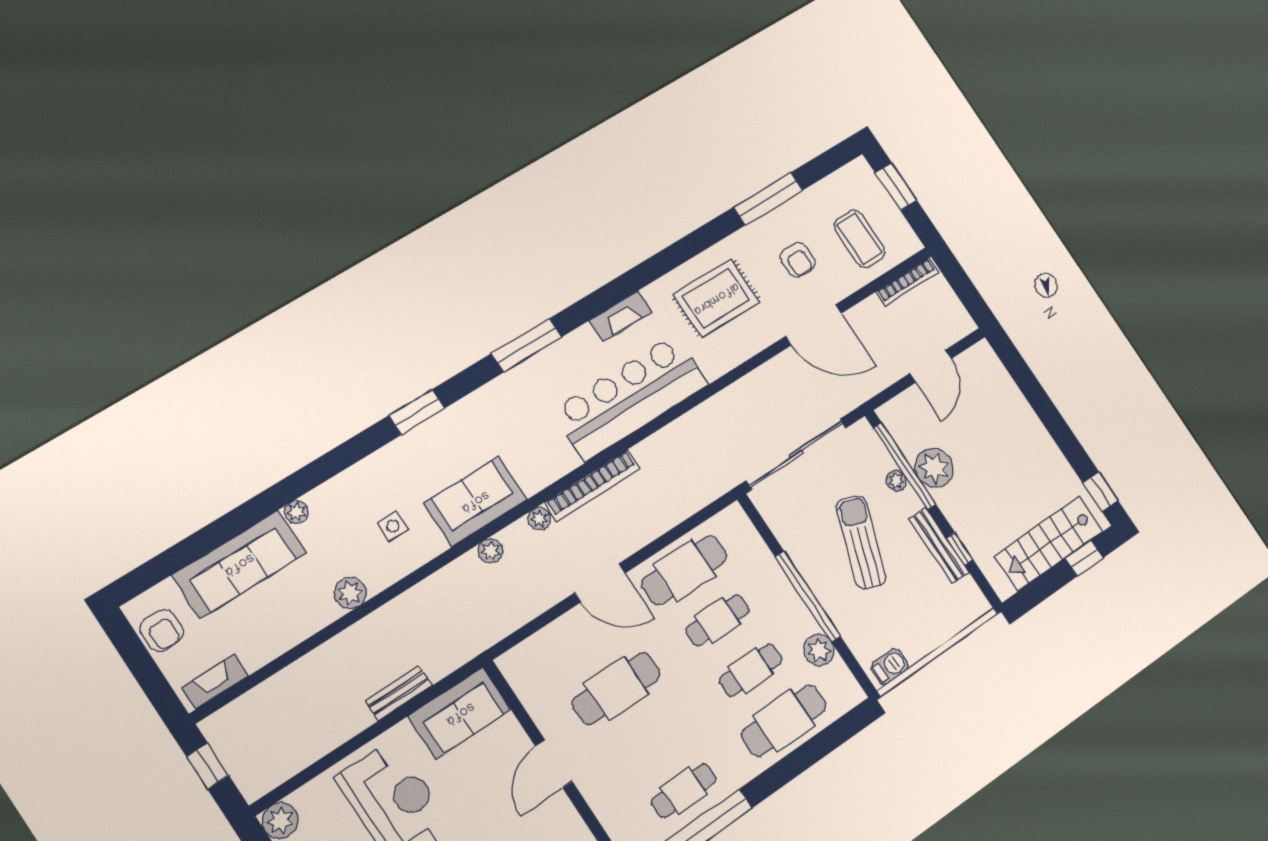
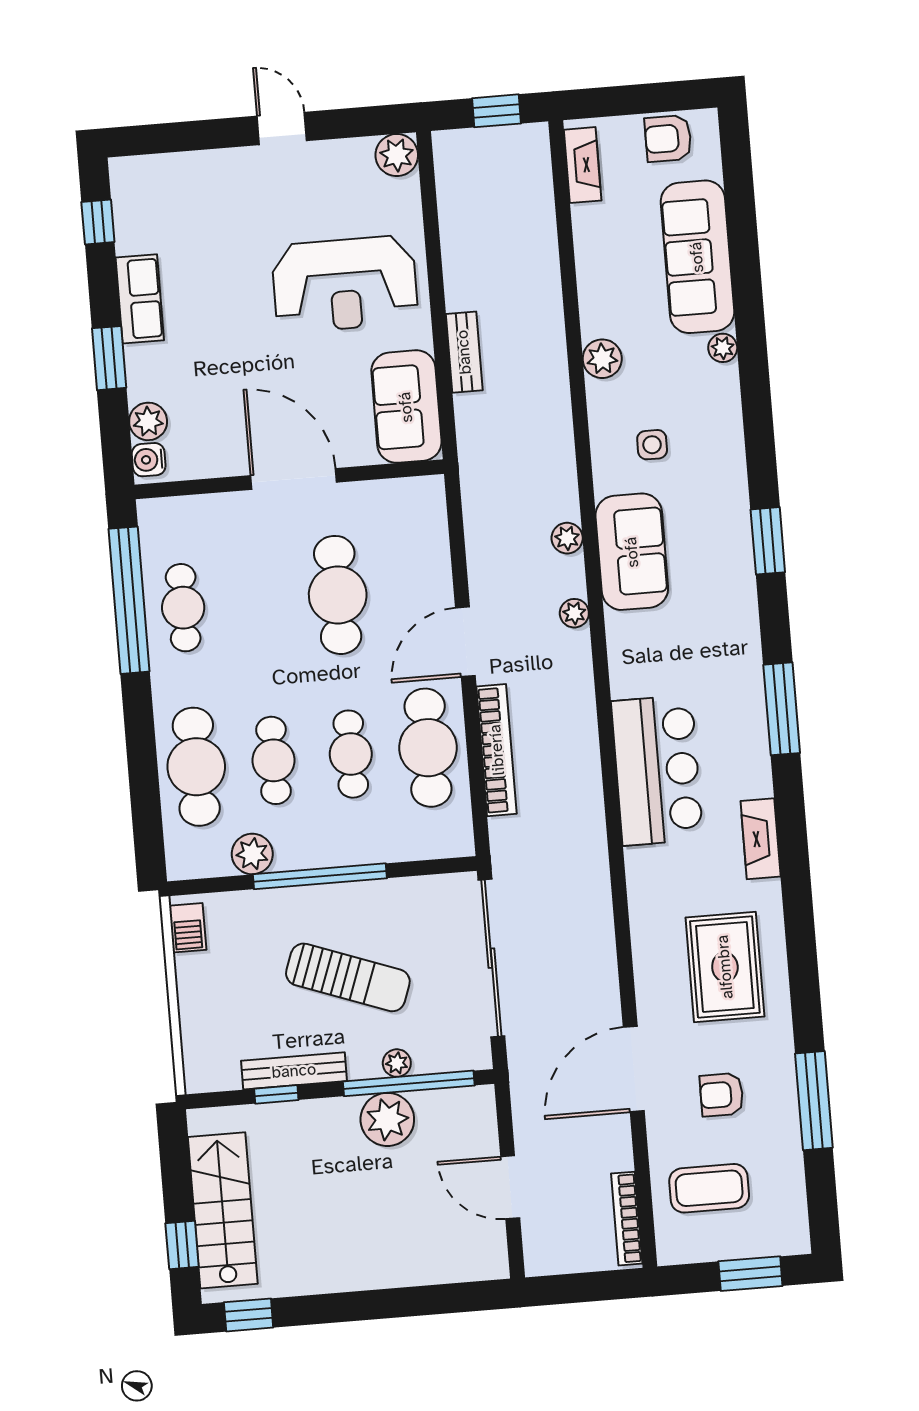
bar counter: (630, 398) -> (657, 770), width x0.73
bookcase: (592, 485) -> (497, 750), moved, turned 180
door: (554, 764) -> (294, 479), width x1.36

